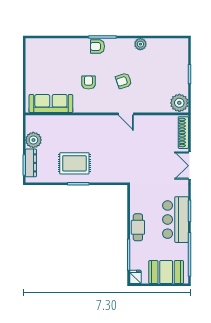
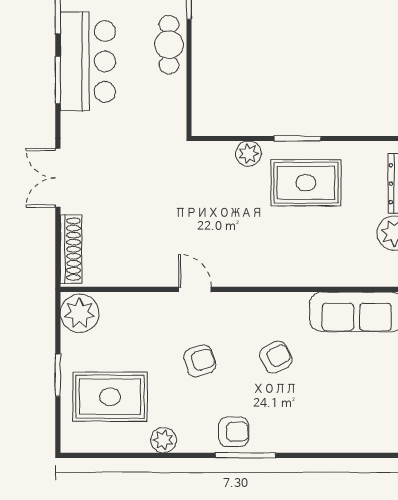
armchair: (97, 46) -> (234, 432), moved
rug: (165, 64) -> (110, 397), added
armchair: (88, 82) -> (276, 357), turned -118
double door: (189, 166) -> (58, 178), swing flipped
plant: (101, 177) -> (249, 154), added

